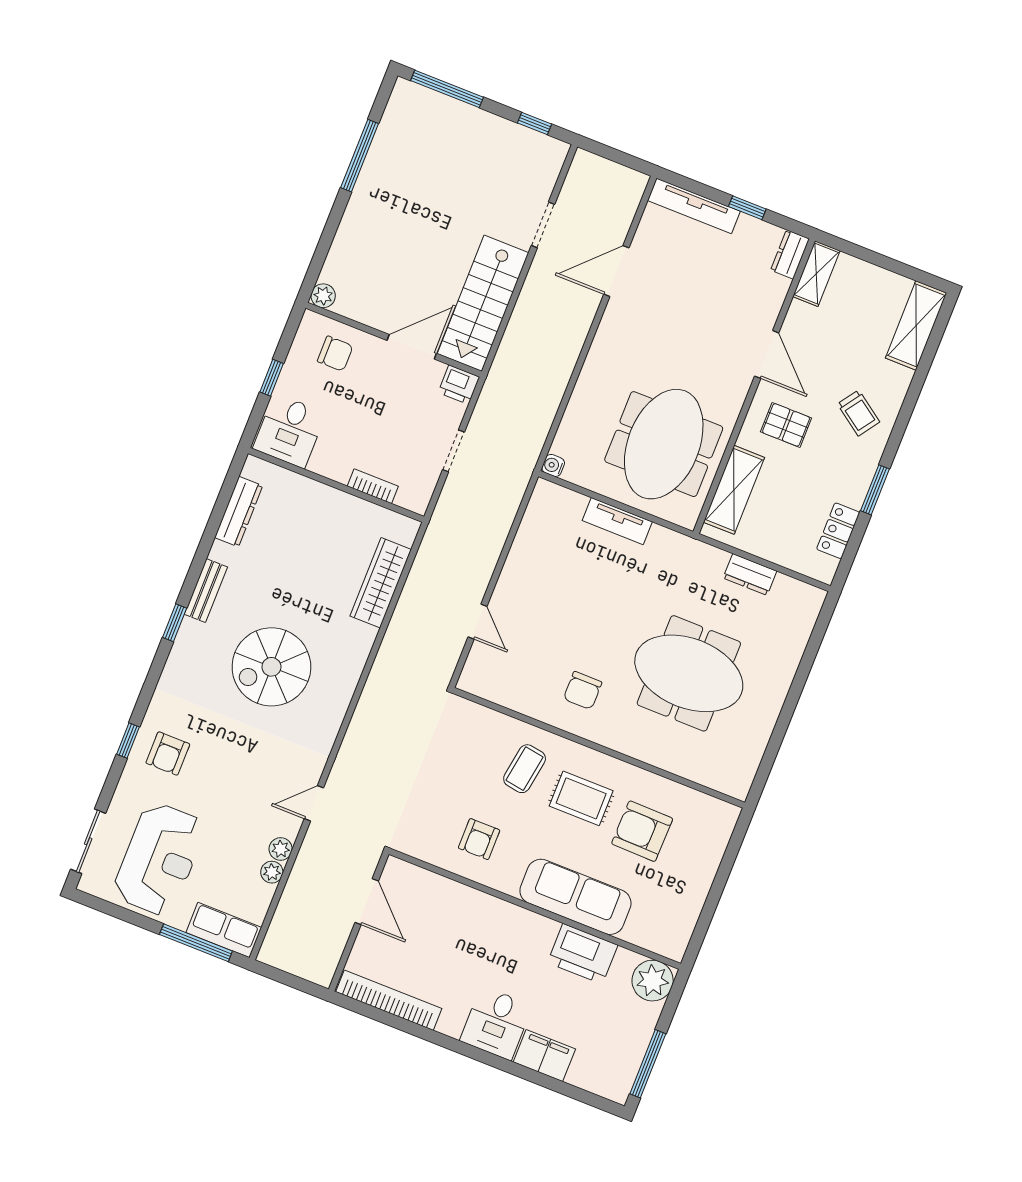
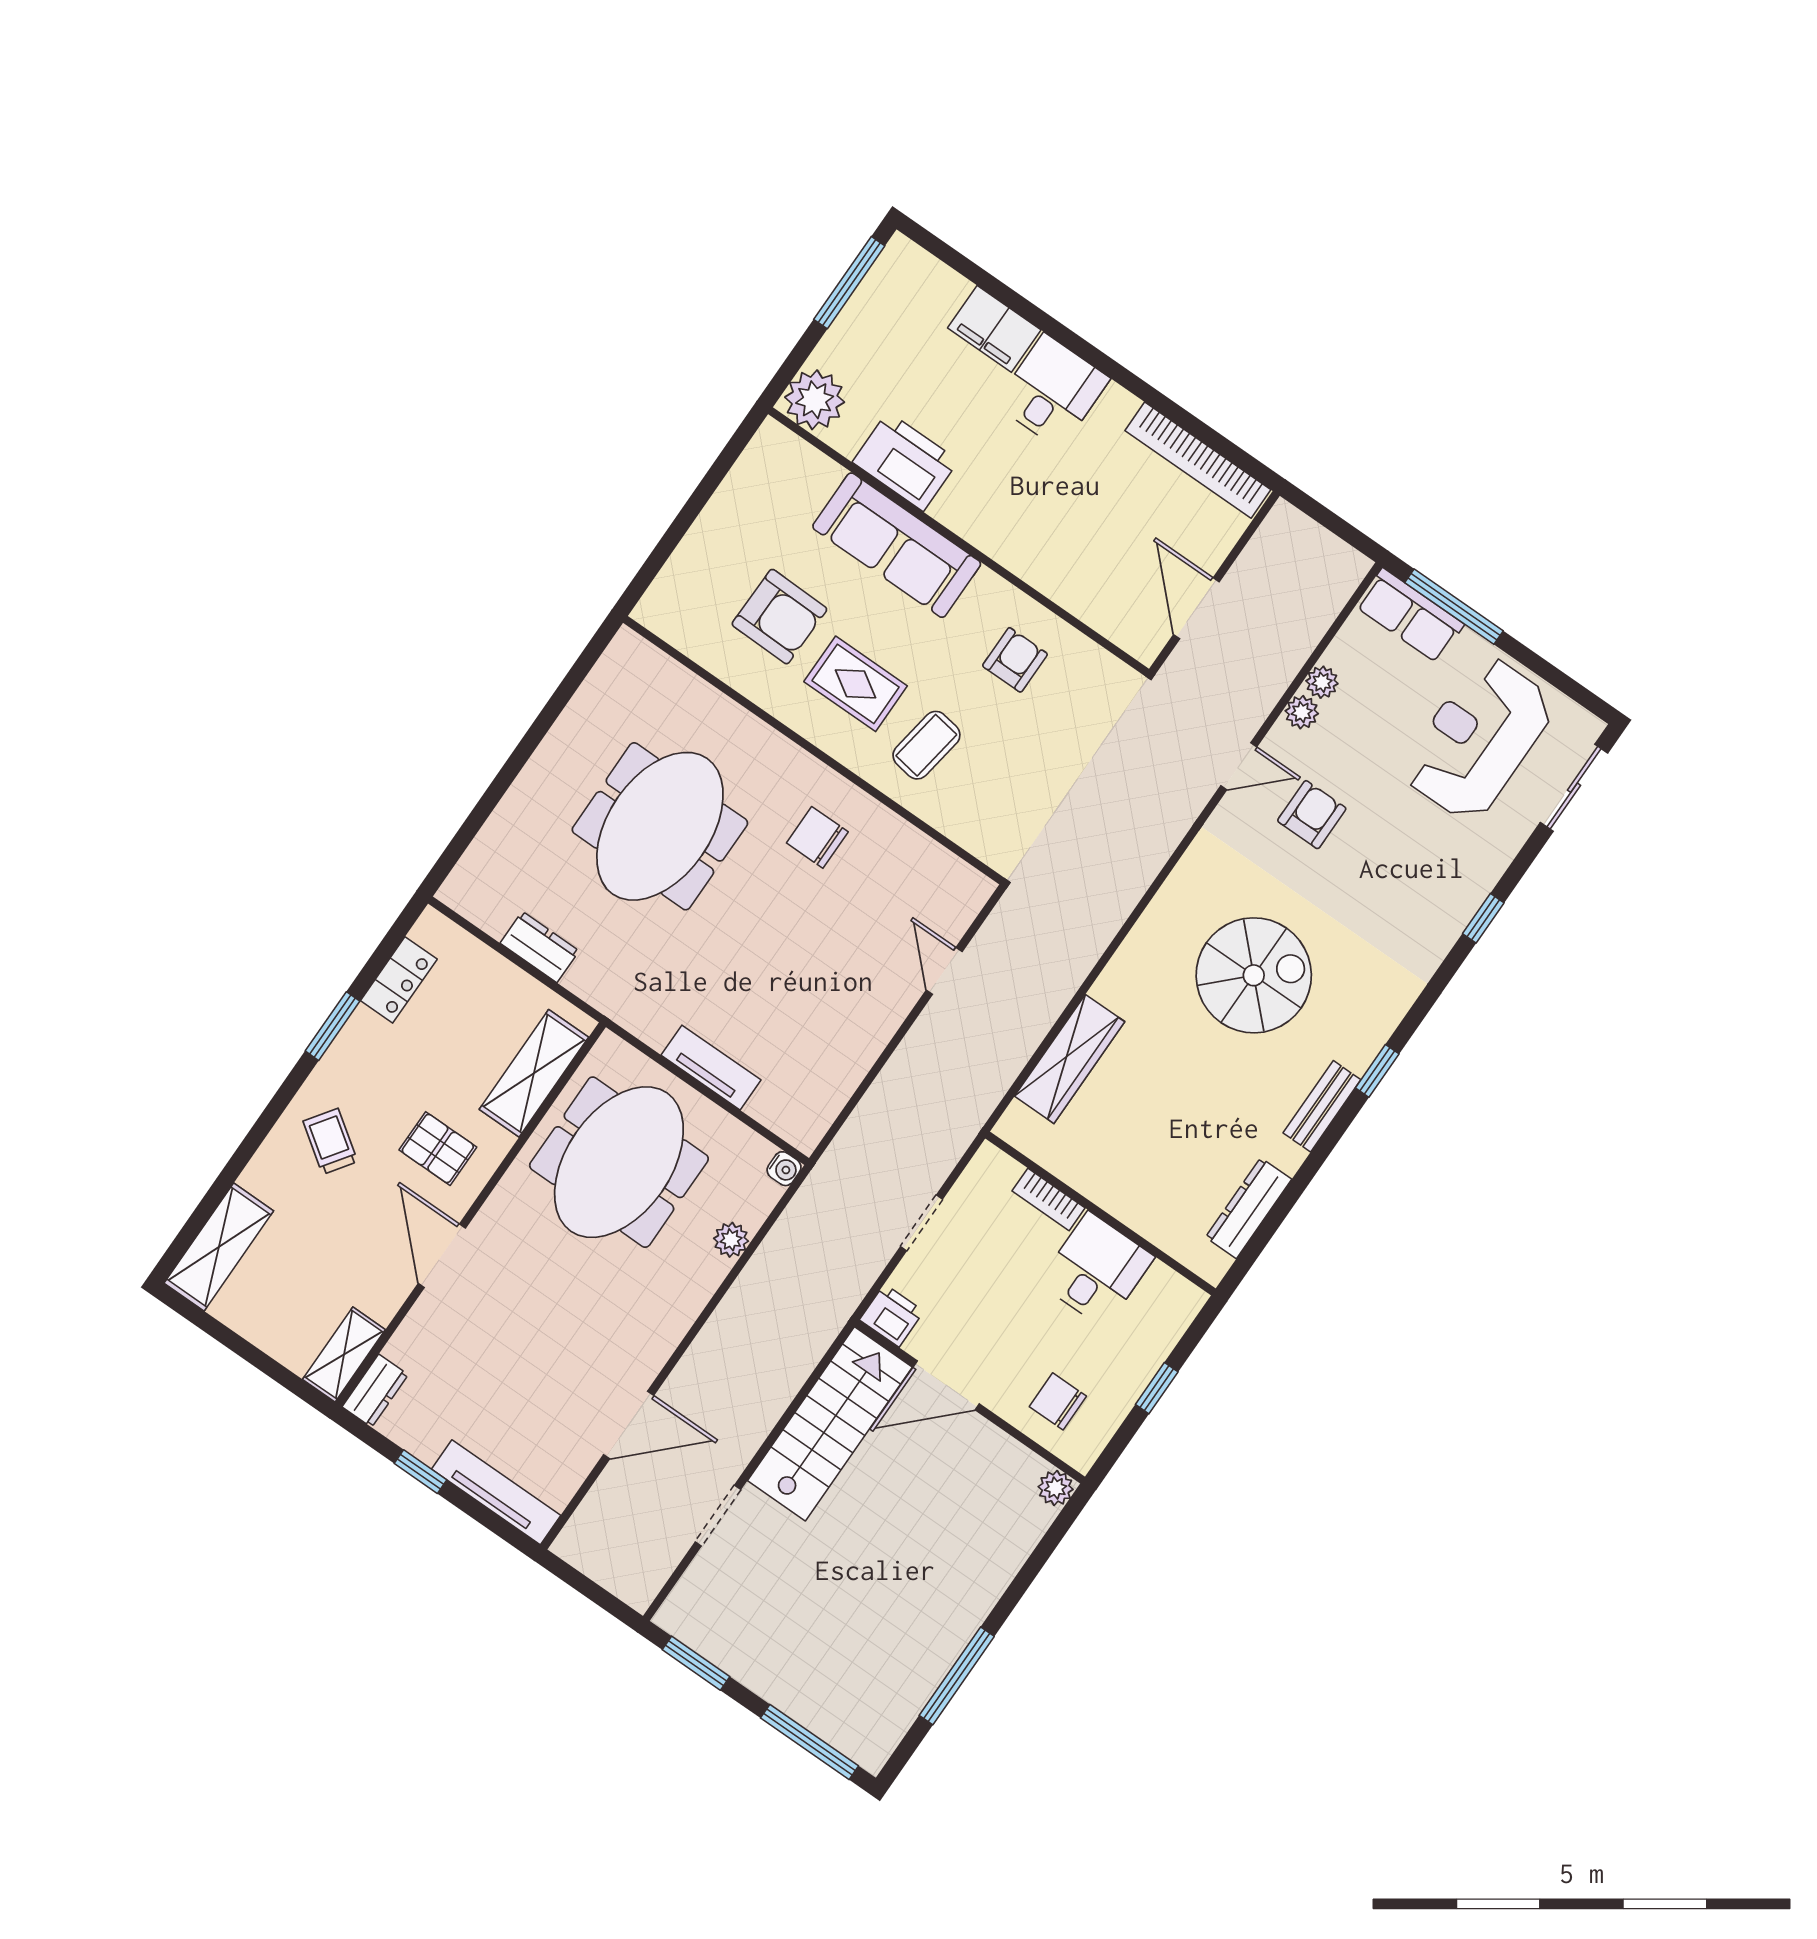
window: (535, 124) -> (696, 1663), width x1.50
plant: (577, 410) -> (731, 1240), added
desk: (289, 431) -> (1096, 1270), moved
meeting table: (689, 673) -> (660, 826), turned 90
chair: (583, 691) -> (817, 837), turned -90
armchair: (168, 753) -> (1312, 815), moved

